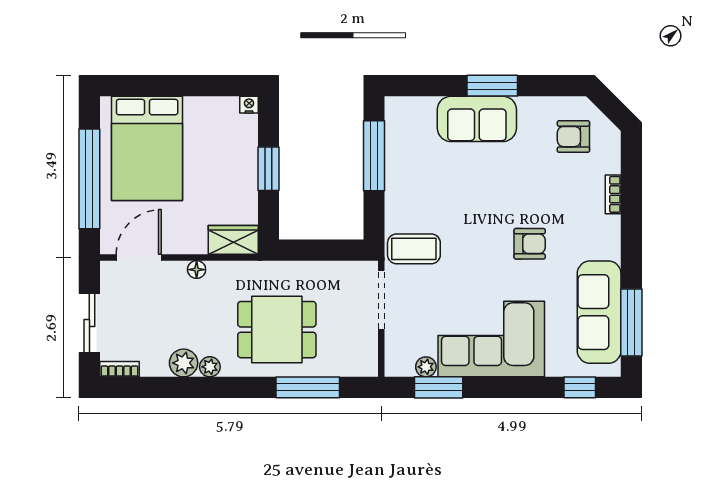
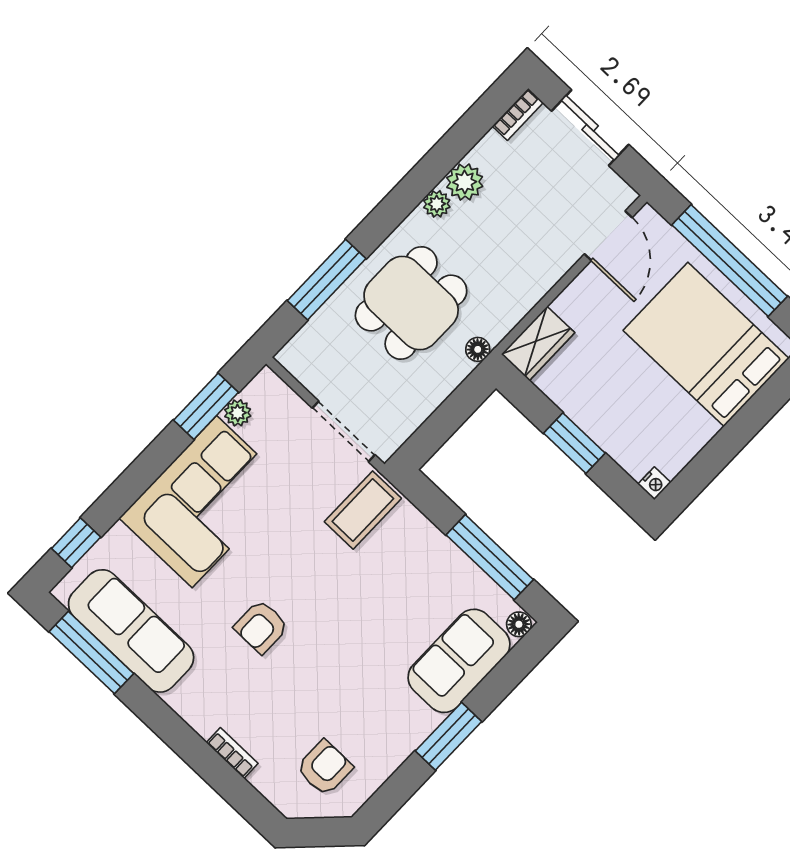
floor lamp: (395, 105) -> (519, 624), added
sofa: (477, 119) -> (459, 661), moved
floor lamp: (197, 270) -> (478, 349), moved

